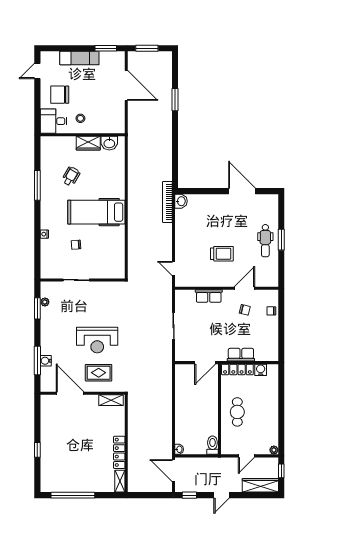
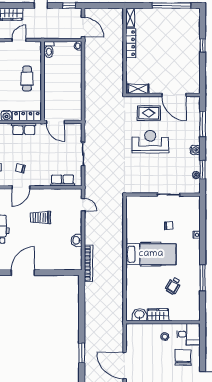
chair: (60, 95) -> (183, 357), turned -90
door: (242, 191) -> (23, 273), swing flipped
washbasin: (181, 201) -> (76, 240), moved
row of seats: (209, 296) -> (63, 180), moved
water cooler: (46, 361) -> (195, 150), moved
door: (205, 363) -> (55, 122), swing flipped

